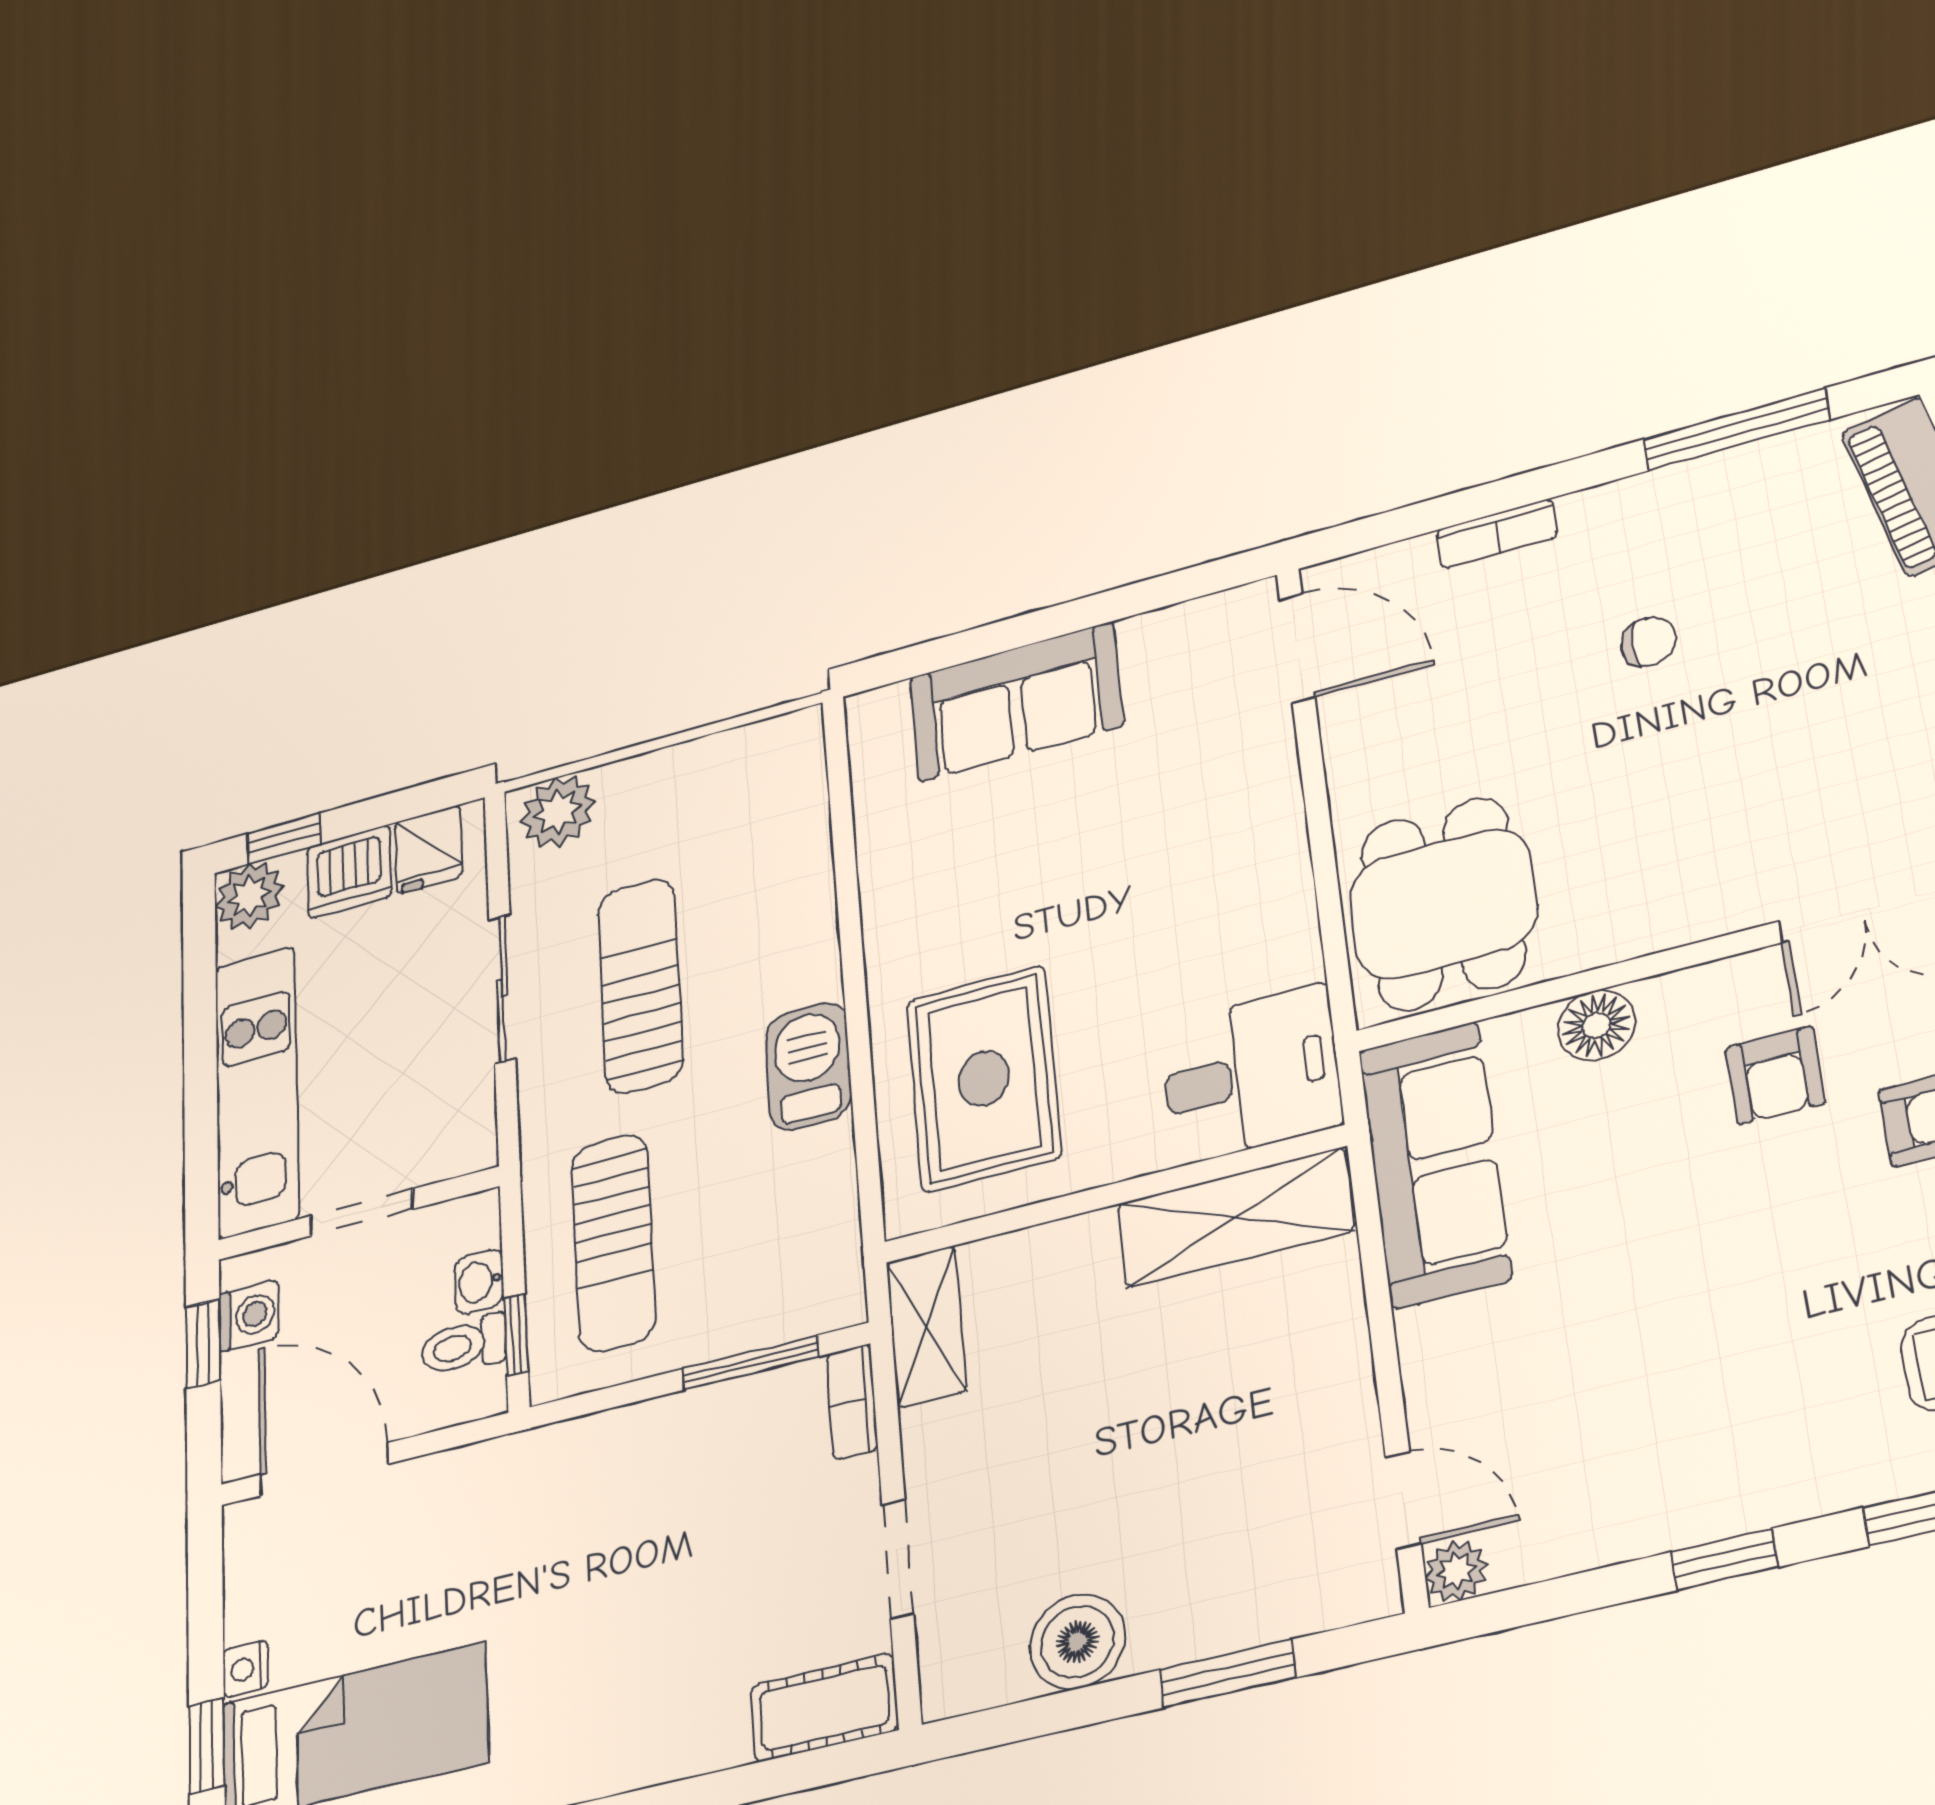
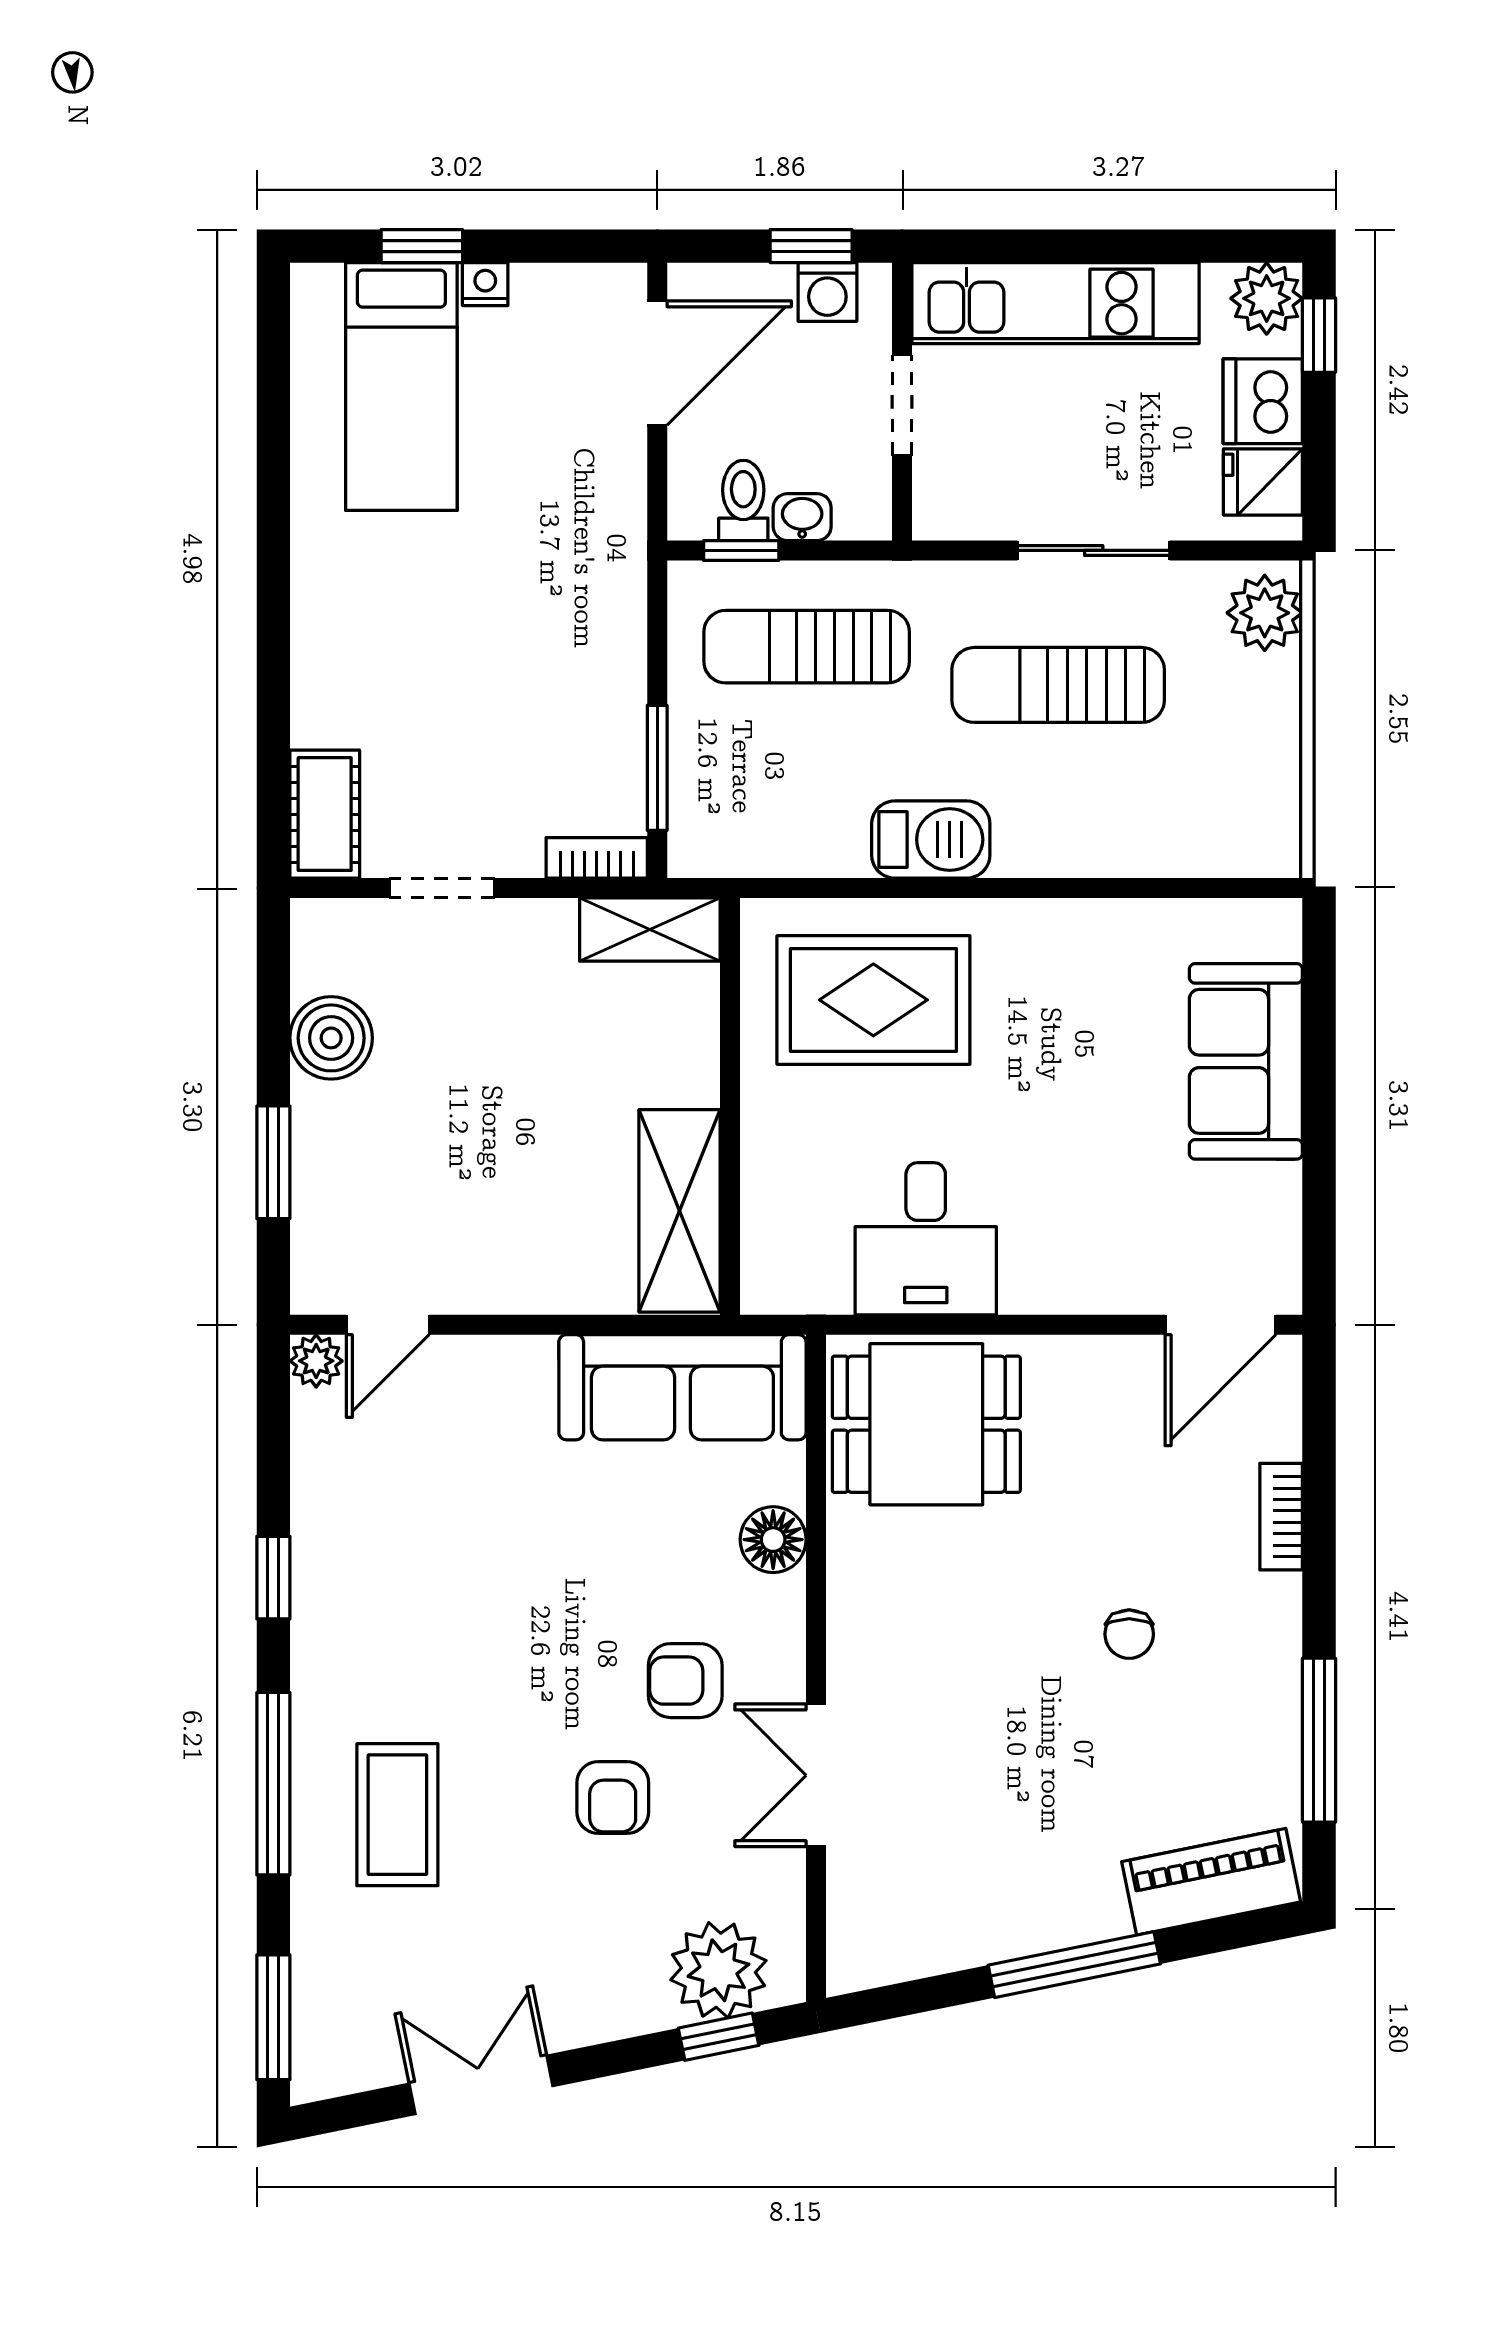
sun lounger: (640, 985) -> (1058, 685), turned 180
desk: (1251, 1074) -> (926, 1239), moved

